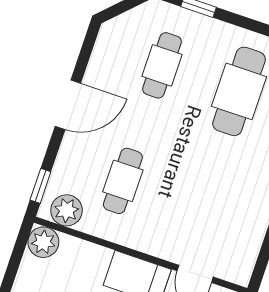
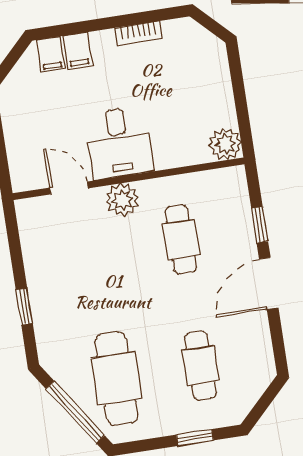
window: (40, 186) -> (260, 225), moved
plant: (67, 210) -> (122, 200), moved

